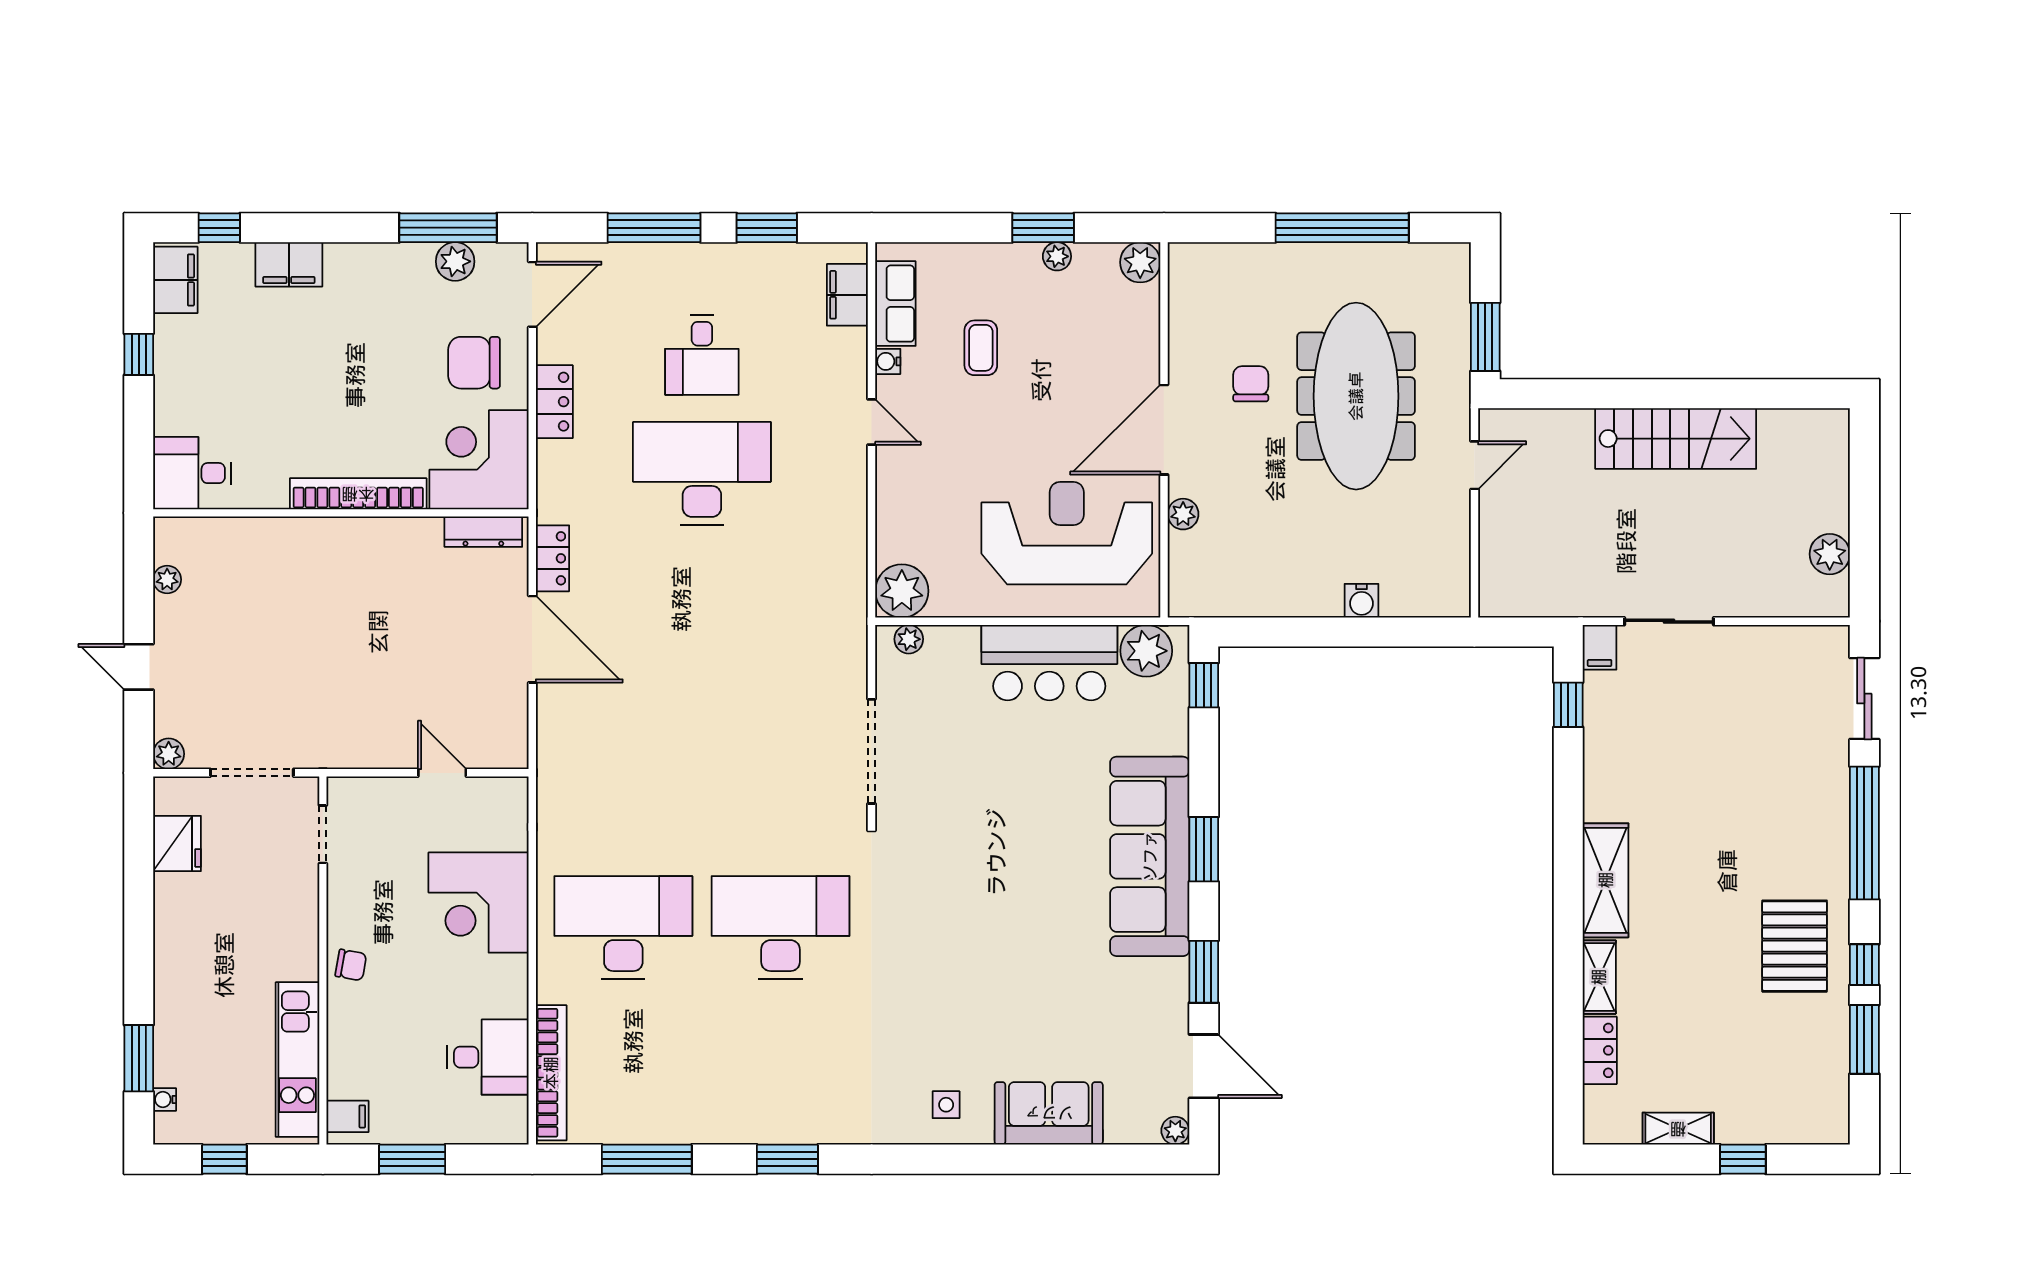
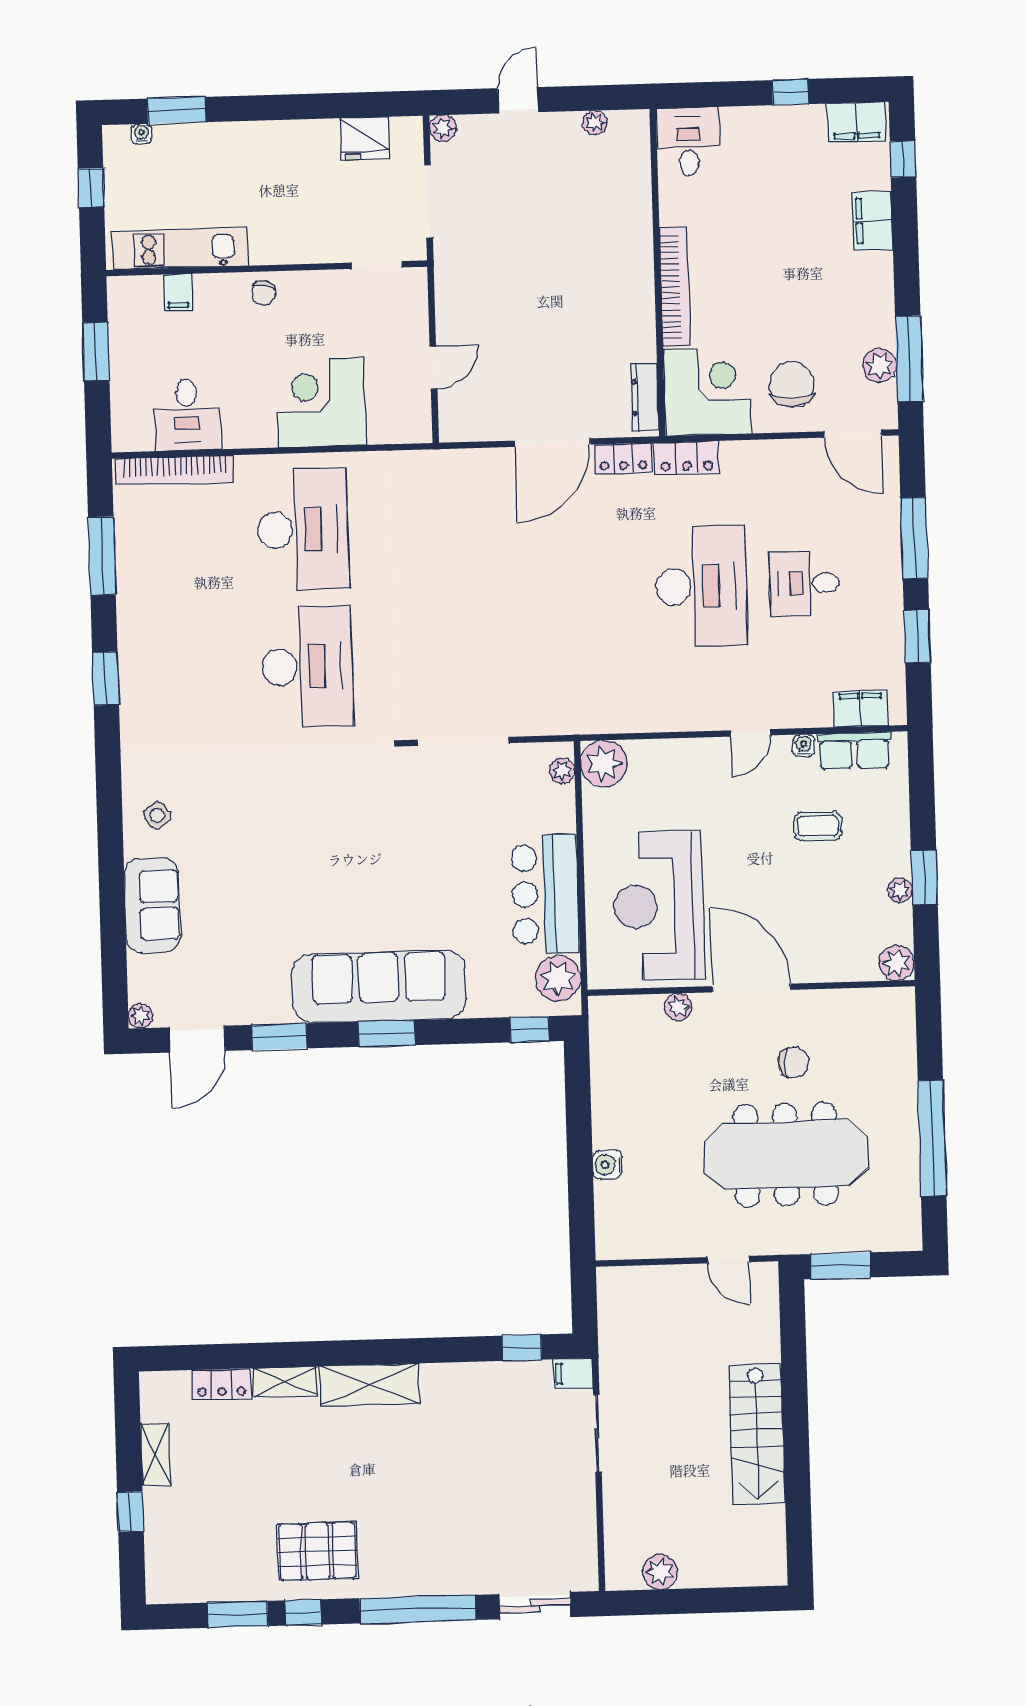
locker: (554, 402) -> (687, 458), moved
reception desk: (1067, 533) -> (659, 906), turned 180
side table: (946, 1105) -> (157, 815), turned -37
filing cabinet: (348, 1116) -> (178, 292), moved

